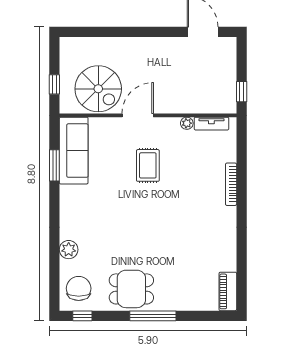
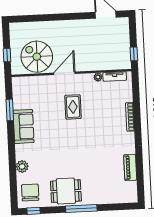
spiral stairs: (98, 89) -> (37, 57), turned 180
sofa: (74, 151) -> (24, 126), moved, width x0.73
piano: (228, 291) -> (130, 167), moved

